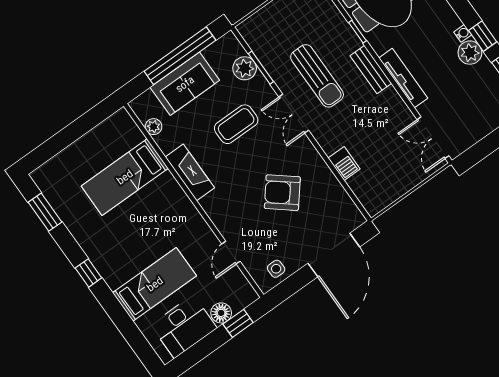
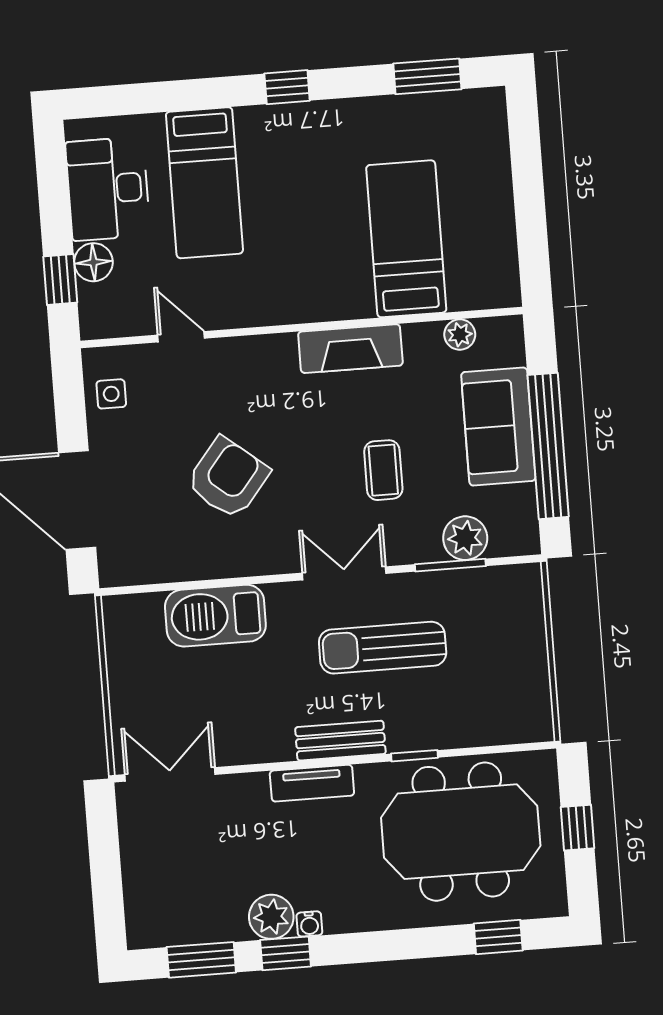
tv unit: (403, 78) -> (312, 783), width x0.71
coffee table: (236, 124) -> (383, 470), width x0.73, depth x0.77
barbecue: (344, 164) -> (215, 616), width x1.88, depth x1.53

